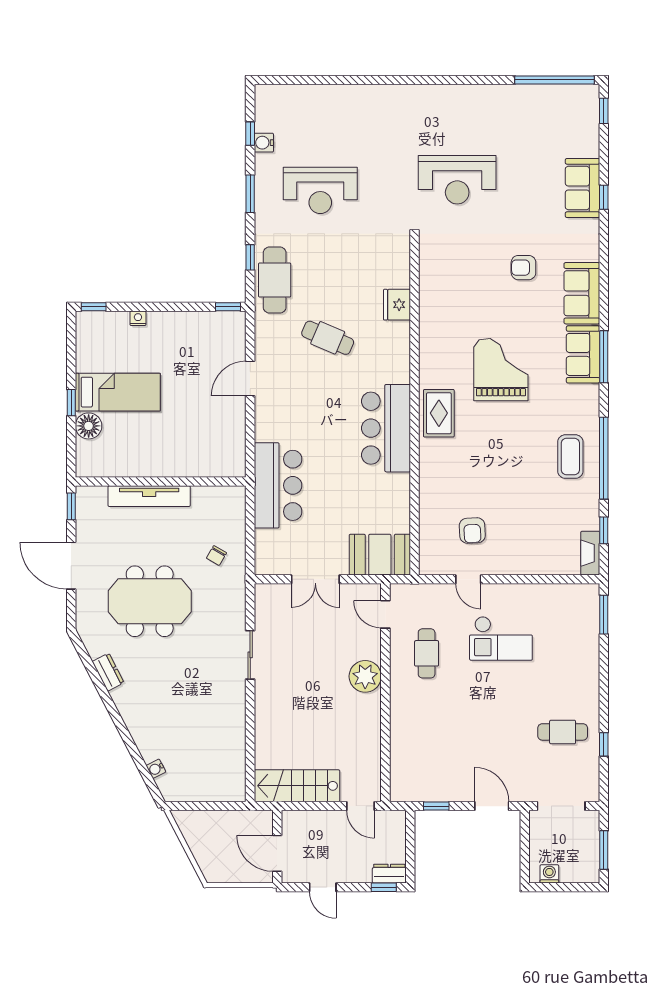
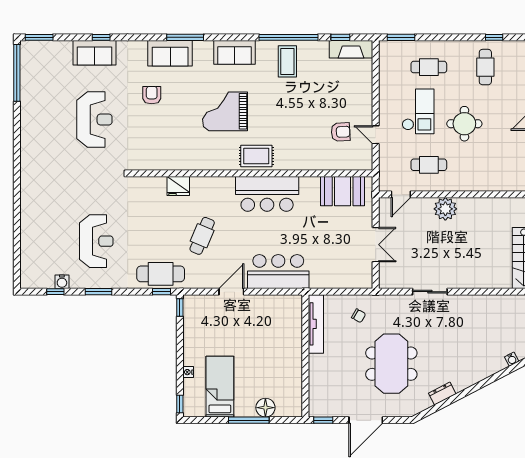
window: (604, 111) -> (39, 37), width x1.50
reception desk: (457, 180) -> (94, 120), moved
window: (250, 257) -> (161, 292), moved
armchair: (523, 268) -> (152, 95), turned 180
sofa: (583, 354) -> (234, 52), moved
window: (604, 357) -> (185, 37), moved
door: (250, 378) -> (231, 292), swing flipped
bed: (118, 392) -> (220, 387), moved
window: (71, 403) -> (249, 420), width x2.17
coffee table: (570, 457) -> (287, 61), turned 90
bar counter: (278, 485) -> (278, 271), moved
tv unit: (149, 496) -> (316, 324), moved
fireplace: (590, 553) -> (351, 49), width x1.37, depth x1.32
booth: (380, 555) -> (343, 191), moved, turned 90
door: (468, 579) -> (376, 135), swing flipped
cafe table: (563, 653) -> (429, 67), added
round table: (484, 703) -> (464, 124), added

